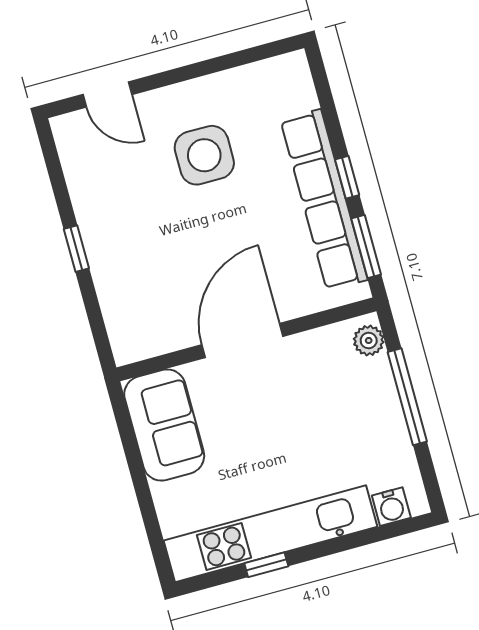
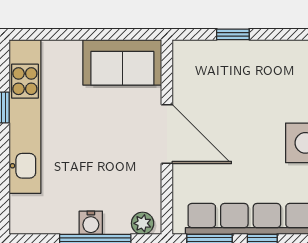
window: (76, 249) -> (233, 34), moved
water cooler: (391, 507) -> (91, 223), moved, turned -90

